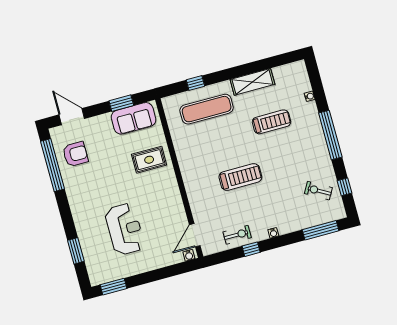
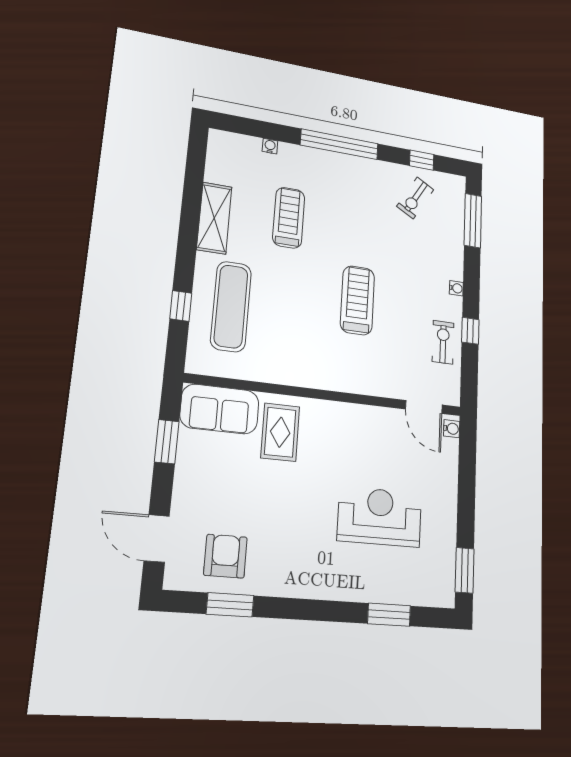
door: (72, 117) -> (157, 538), hinge flipped
sofa: (134, 118) -> (220, 409), moved, turned 90
window: (53, 165) -> (230, 605), width x0.47

